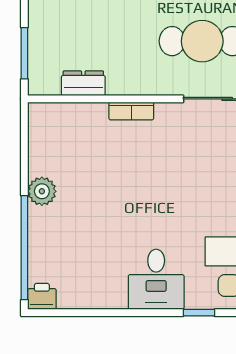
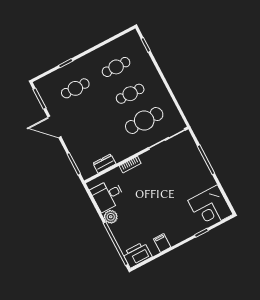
desk: (156, 279) -> (108, 195), moved, turned 90
filing cabinet: (114, 293) -> (162, 243), added
printer: (42, 296) -> (137, 255), width x1.87, depth x1.48

